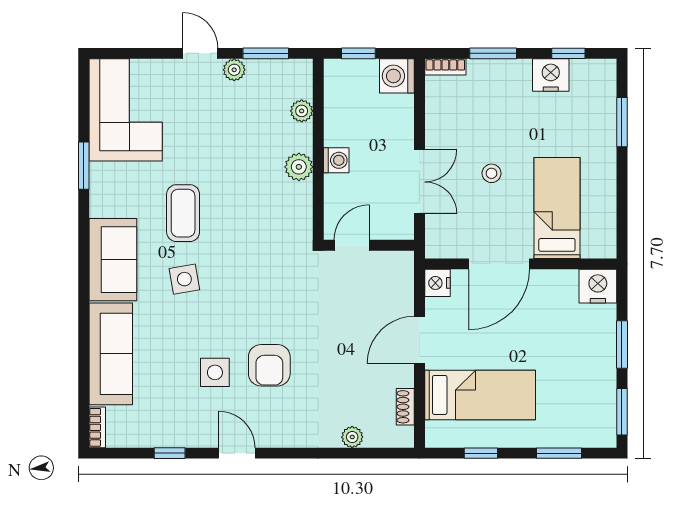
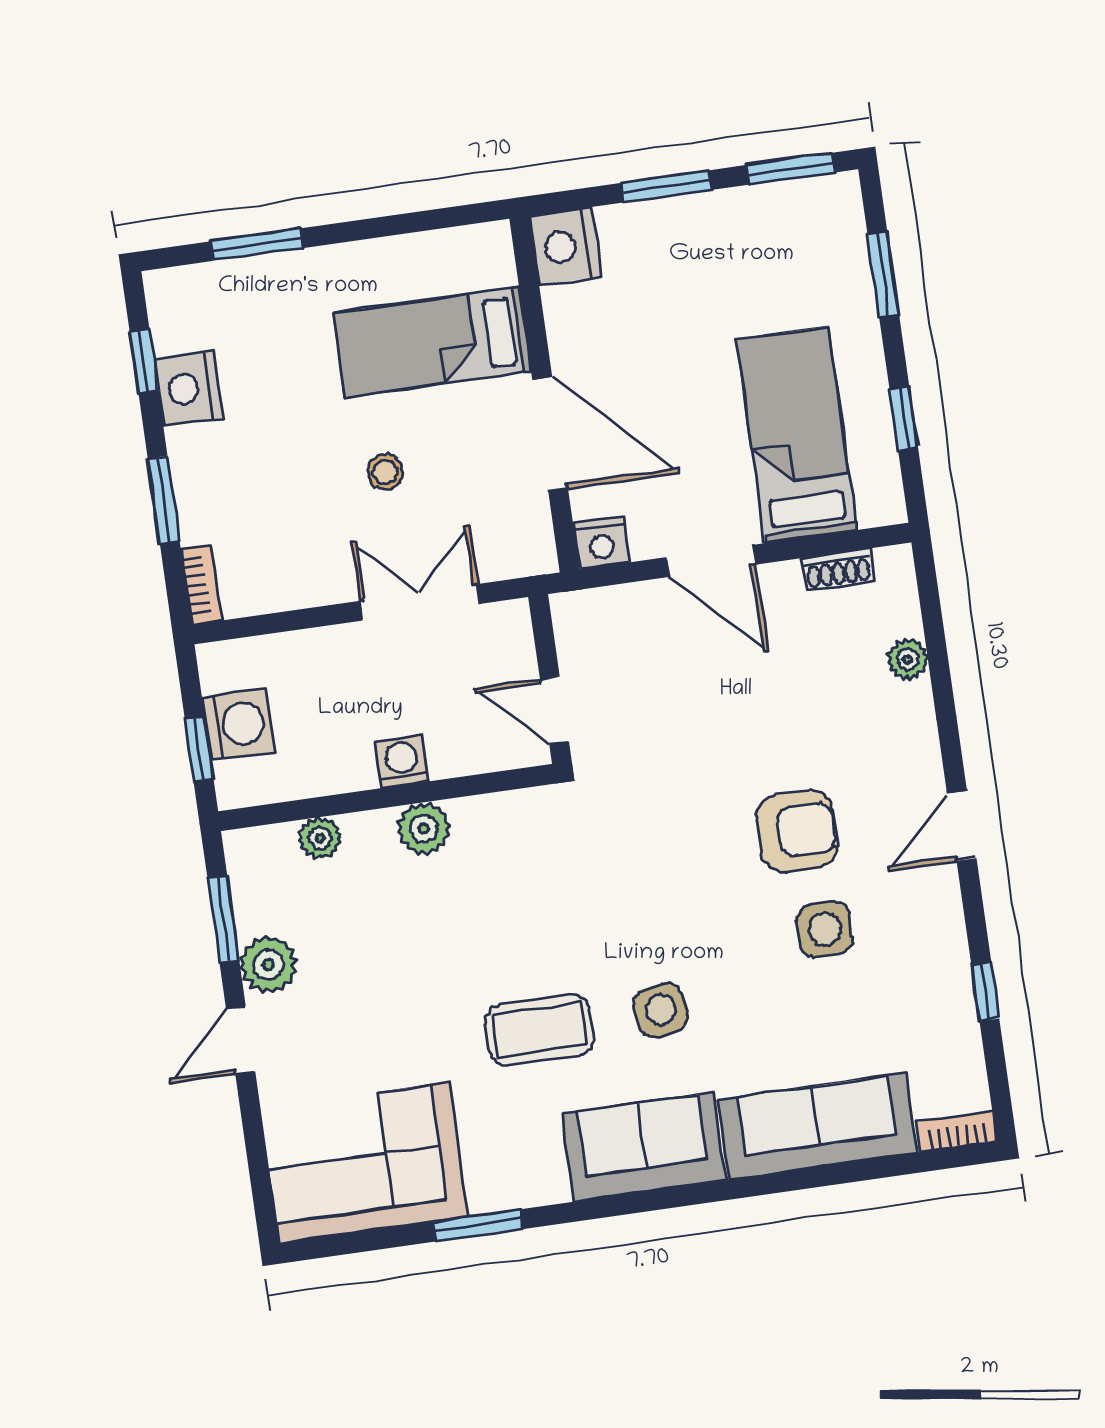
plant: (234, 70) -> (268, 965), width x1.38, depth x1.38
washing machine: (397, 76) -> (238, 724), moved, turned -90
door: (237, 453) -> (962, 826), moved

